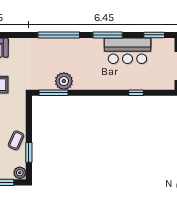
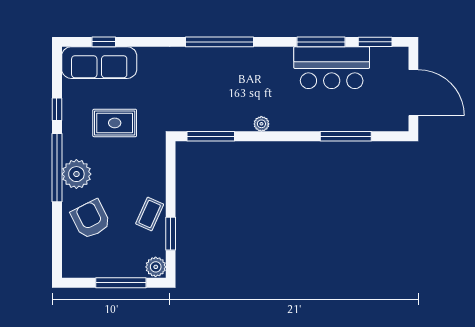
window: (108, 35) -> (321, 42), moved
plant: (64, 81) -> (261, 124), moved, width x0.53, depth x0.53
window: (136, 93) -> (346, 136), width x2.17

